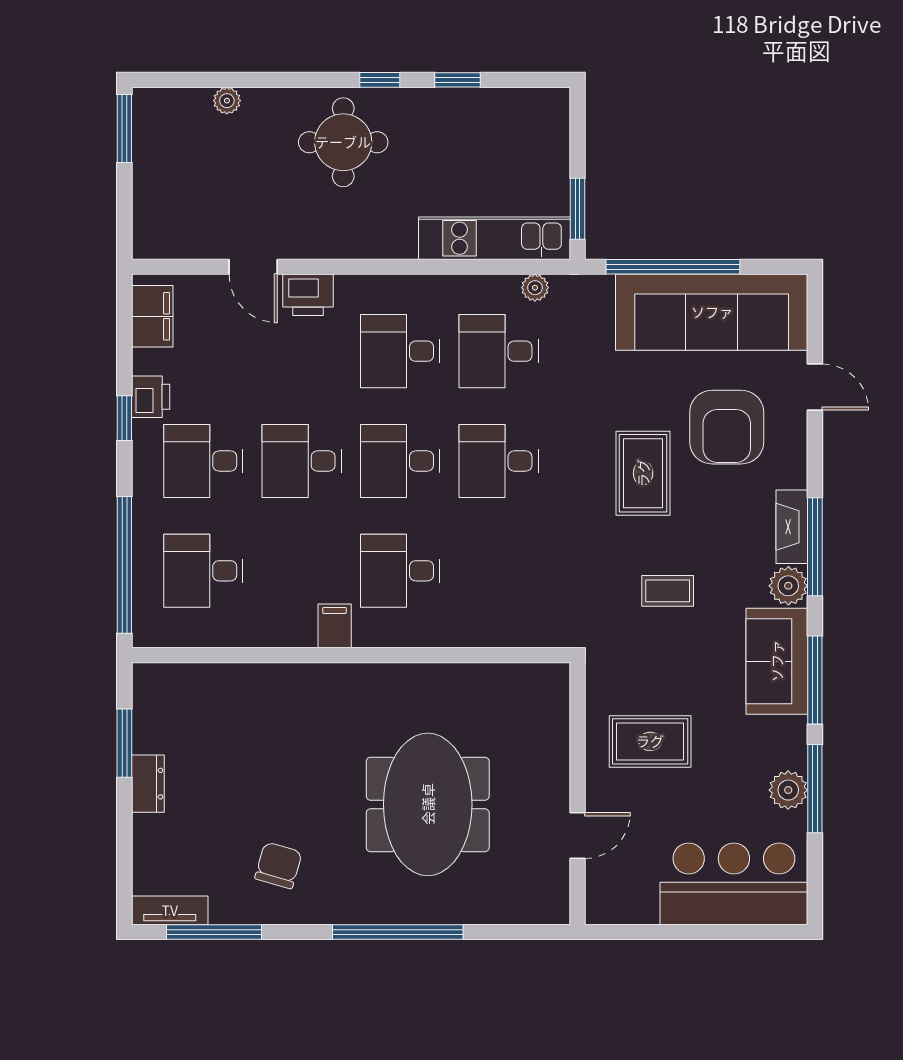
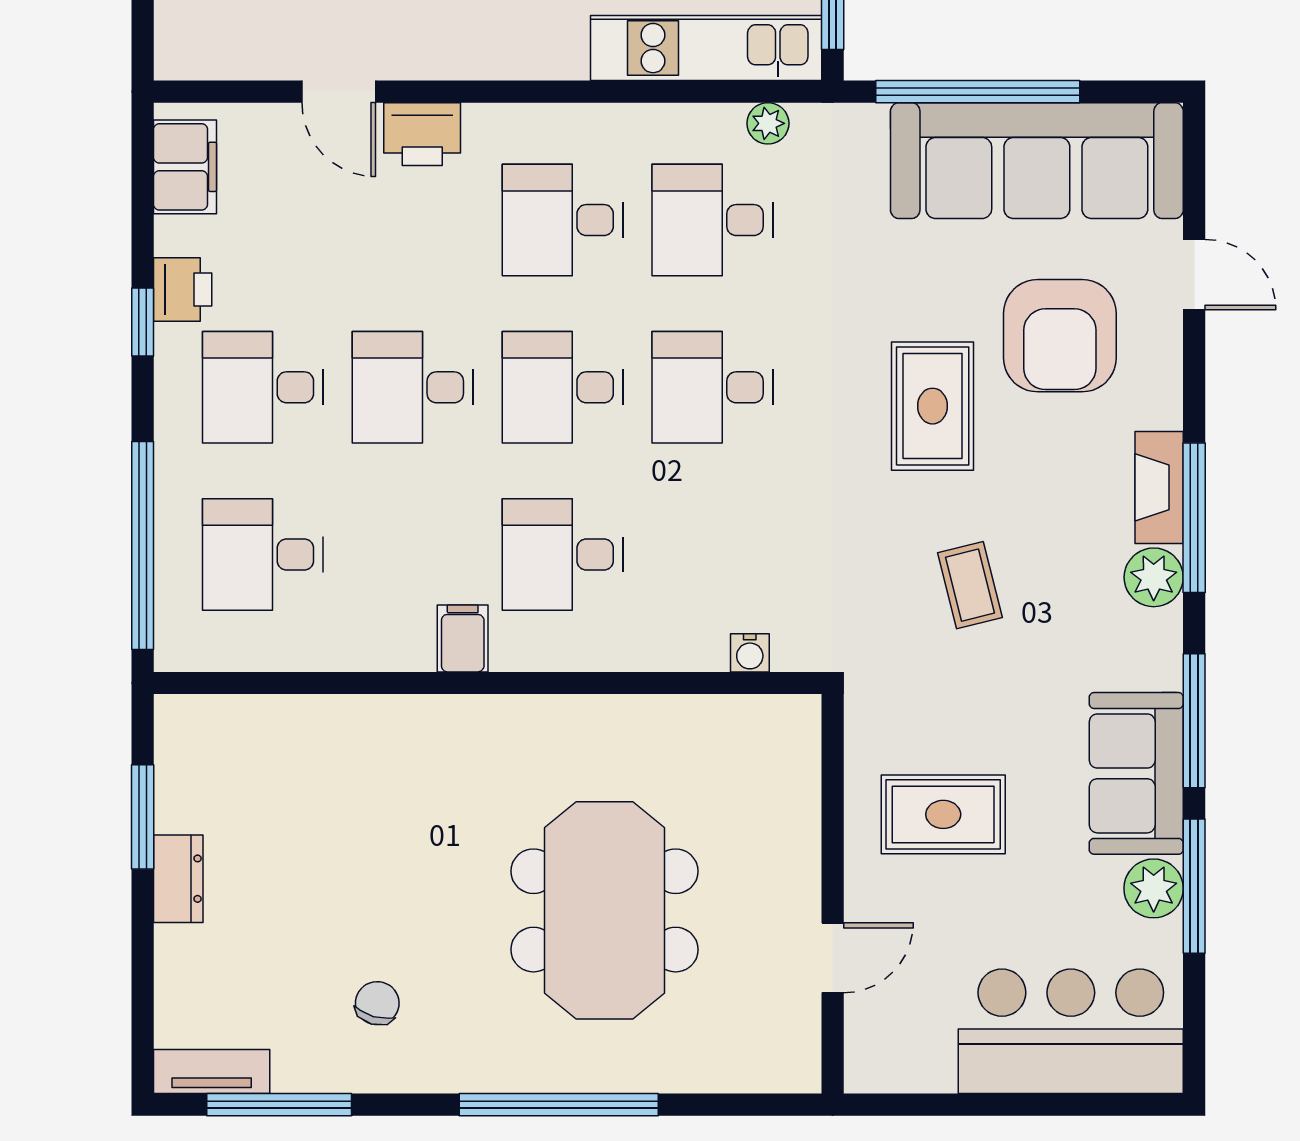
coffee table: (668, 591) -> (970, 585), turned 76
water cooler: (523, 635) -> (750, 653), added
sofa: (777, 661) -> (1136, 773), moved
chair: (278, 865) -> (377, 1003), width x0.73, depth x0.73

